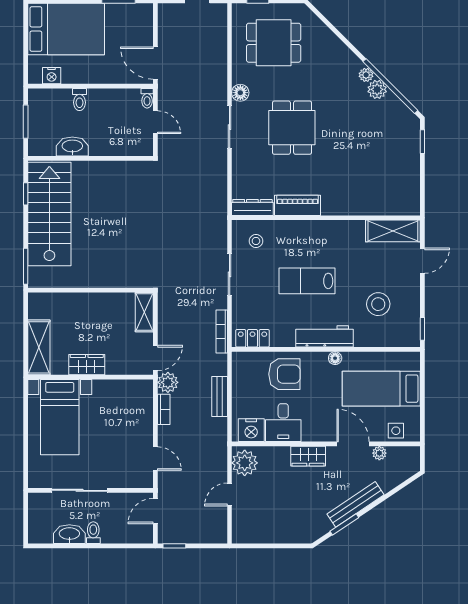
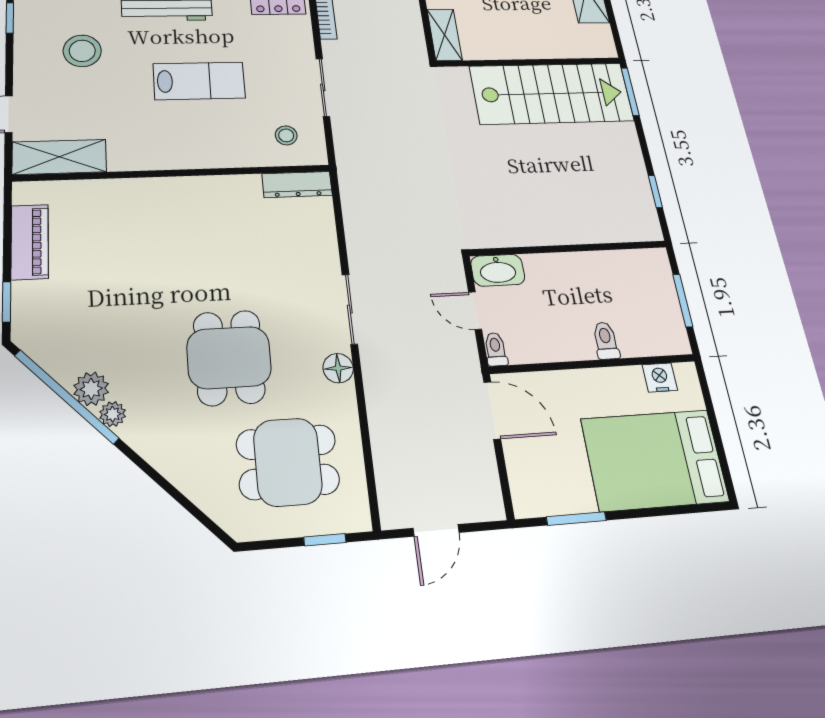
dining table: (292, 128) -> (229, 357), moved
washbasin: (72, 147) -> (498, 270), moved
piano: (298, 205) -> (30, 242), moved, turned -90
stairs: (49, 214) -> (552, 93), moved, turned -90

